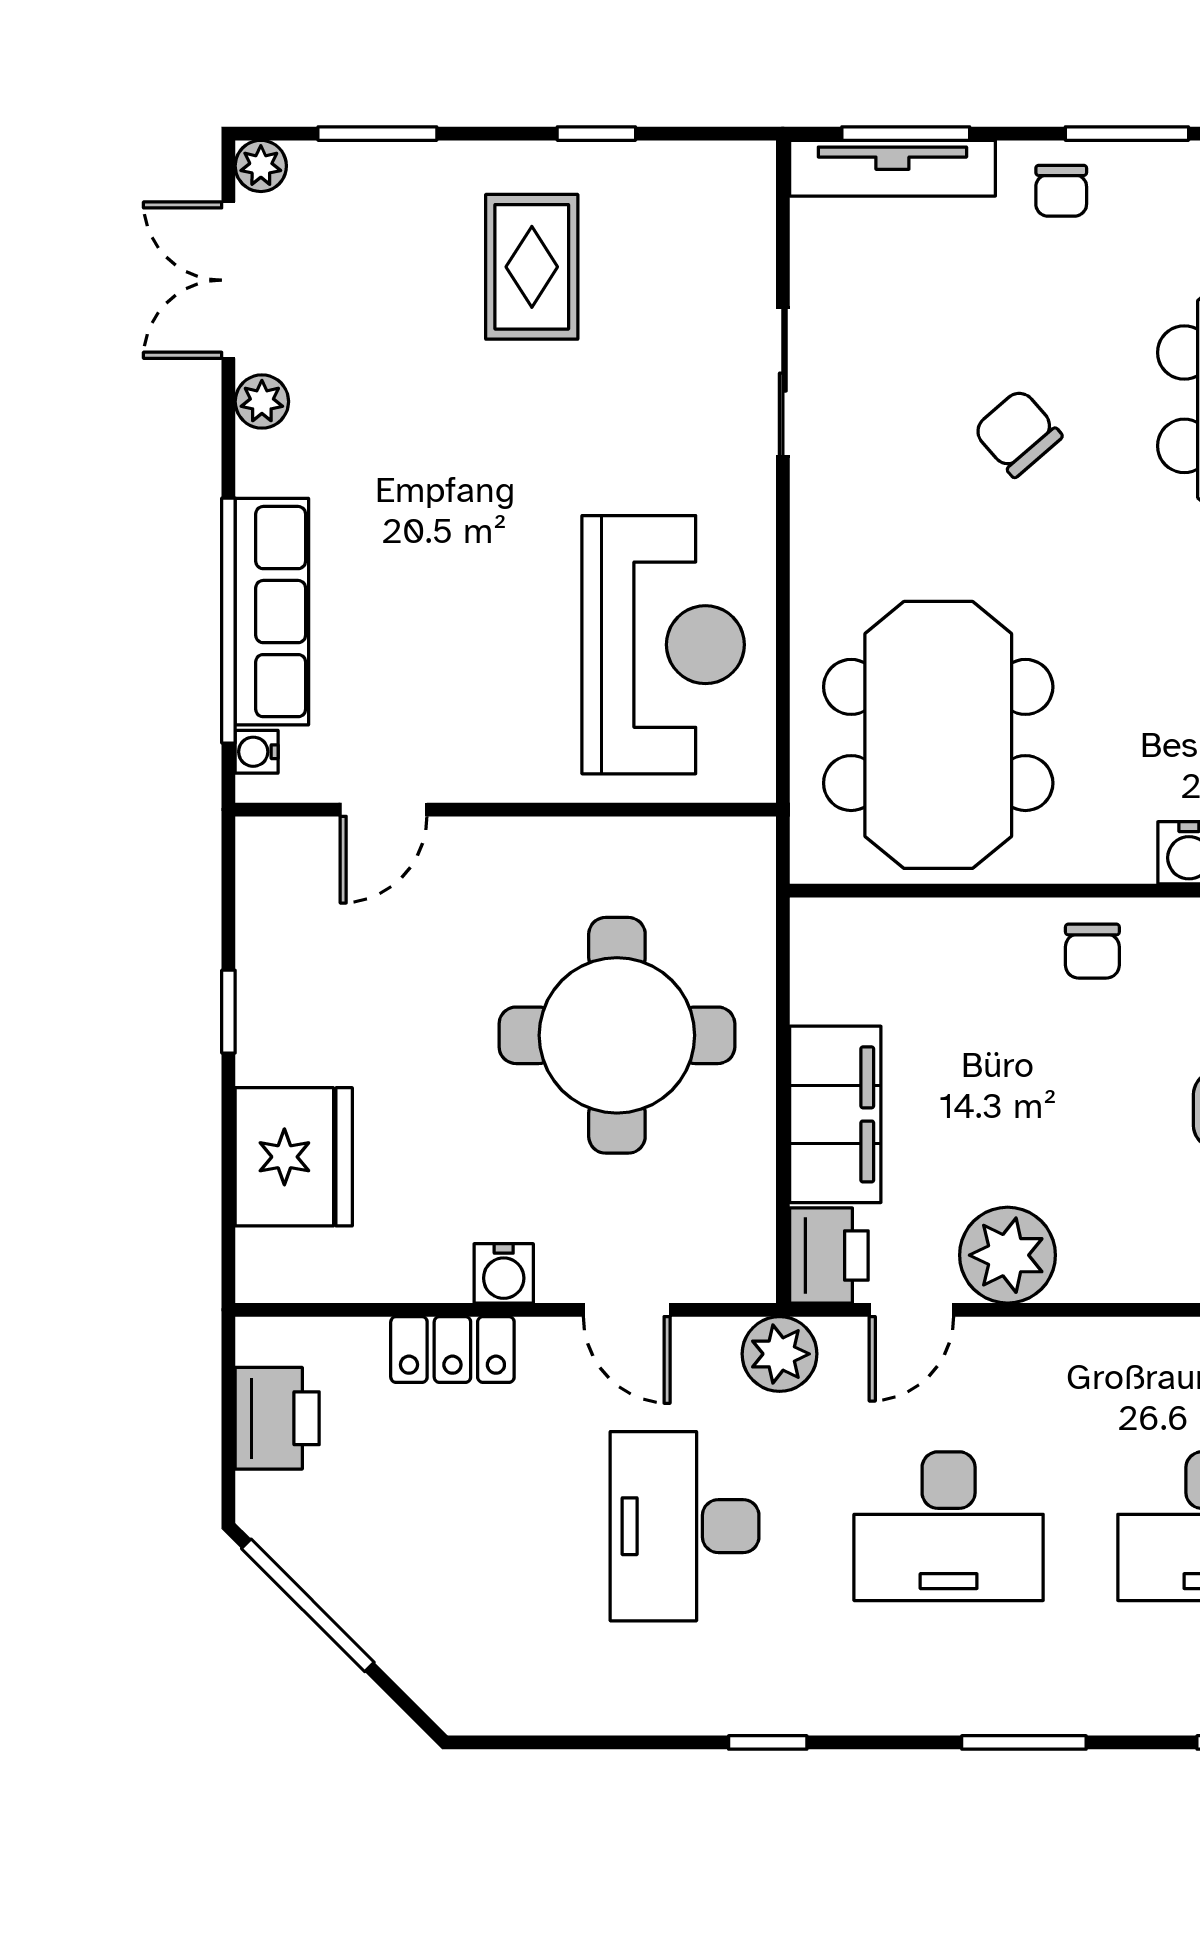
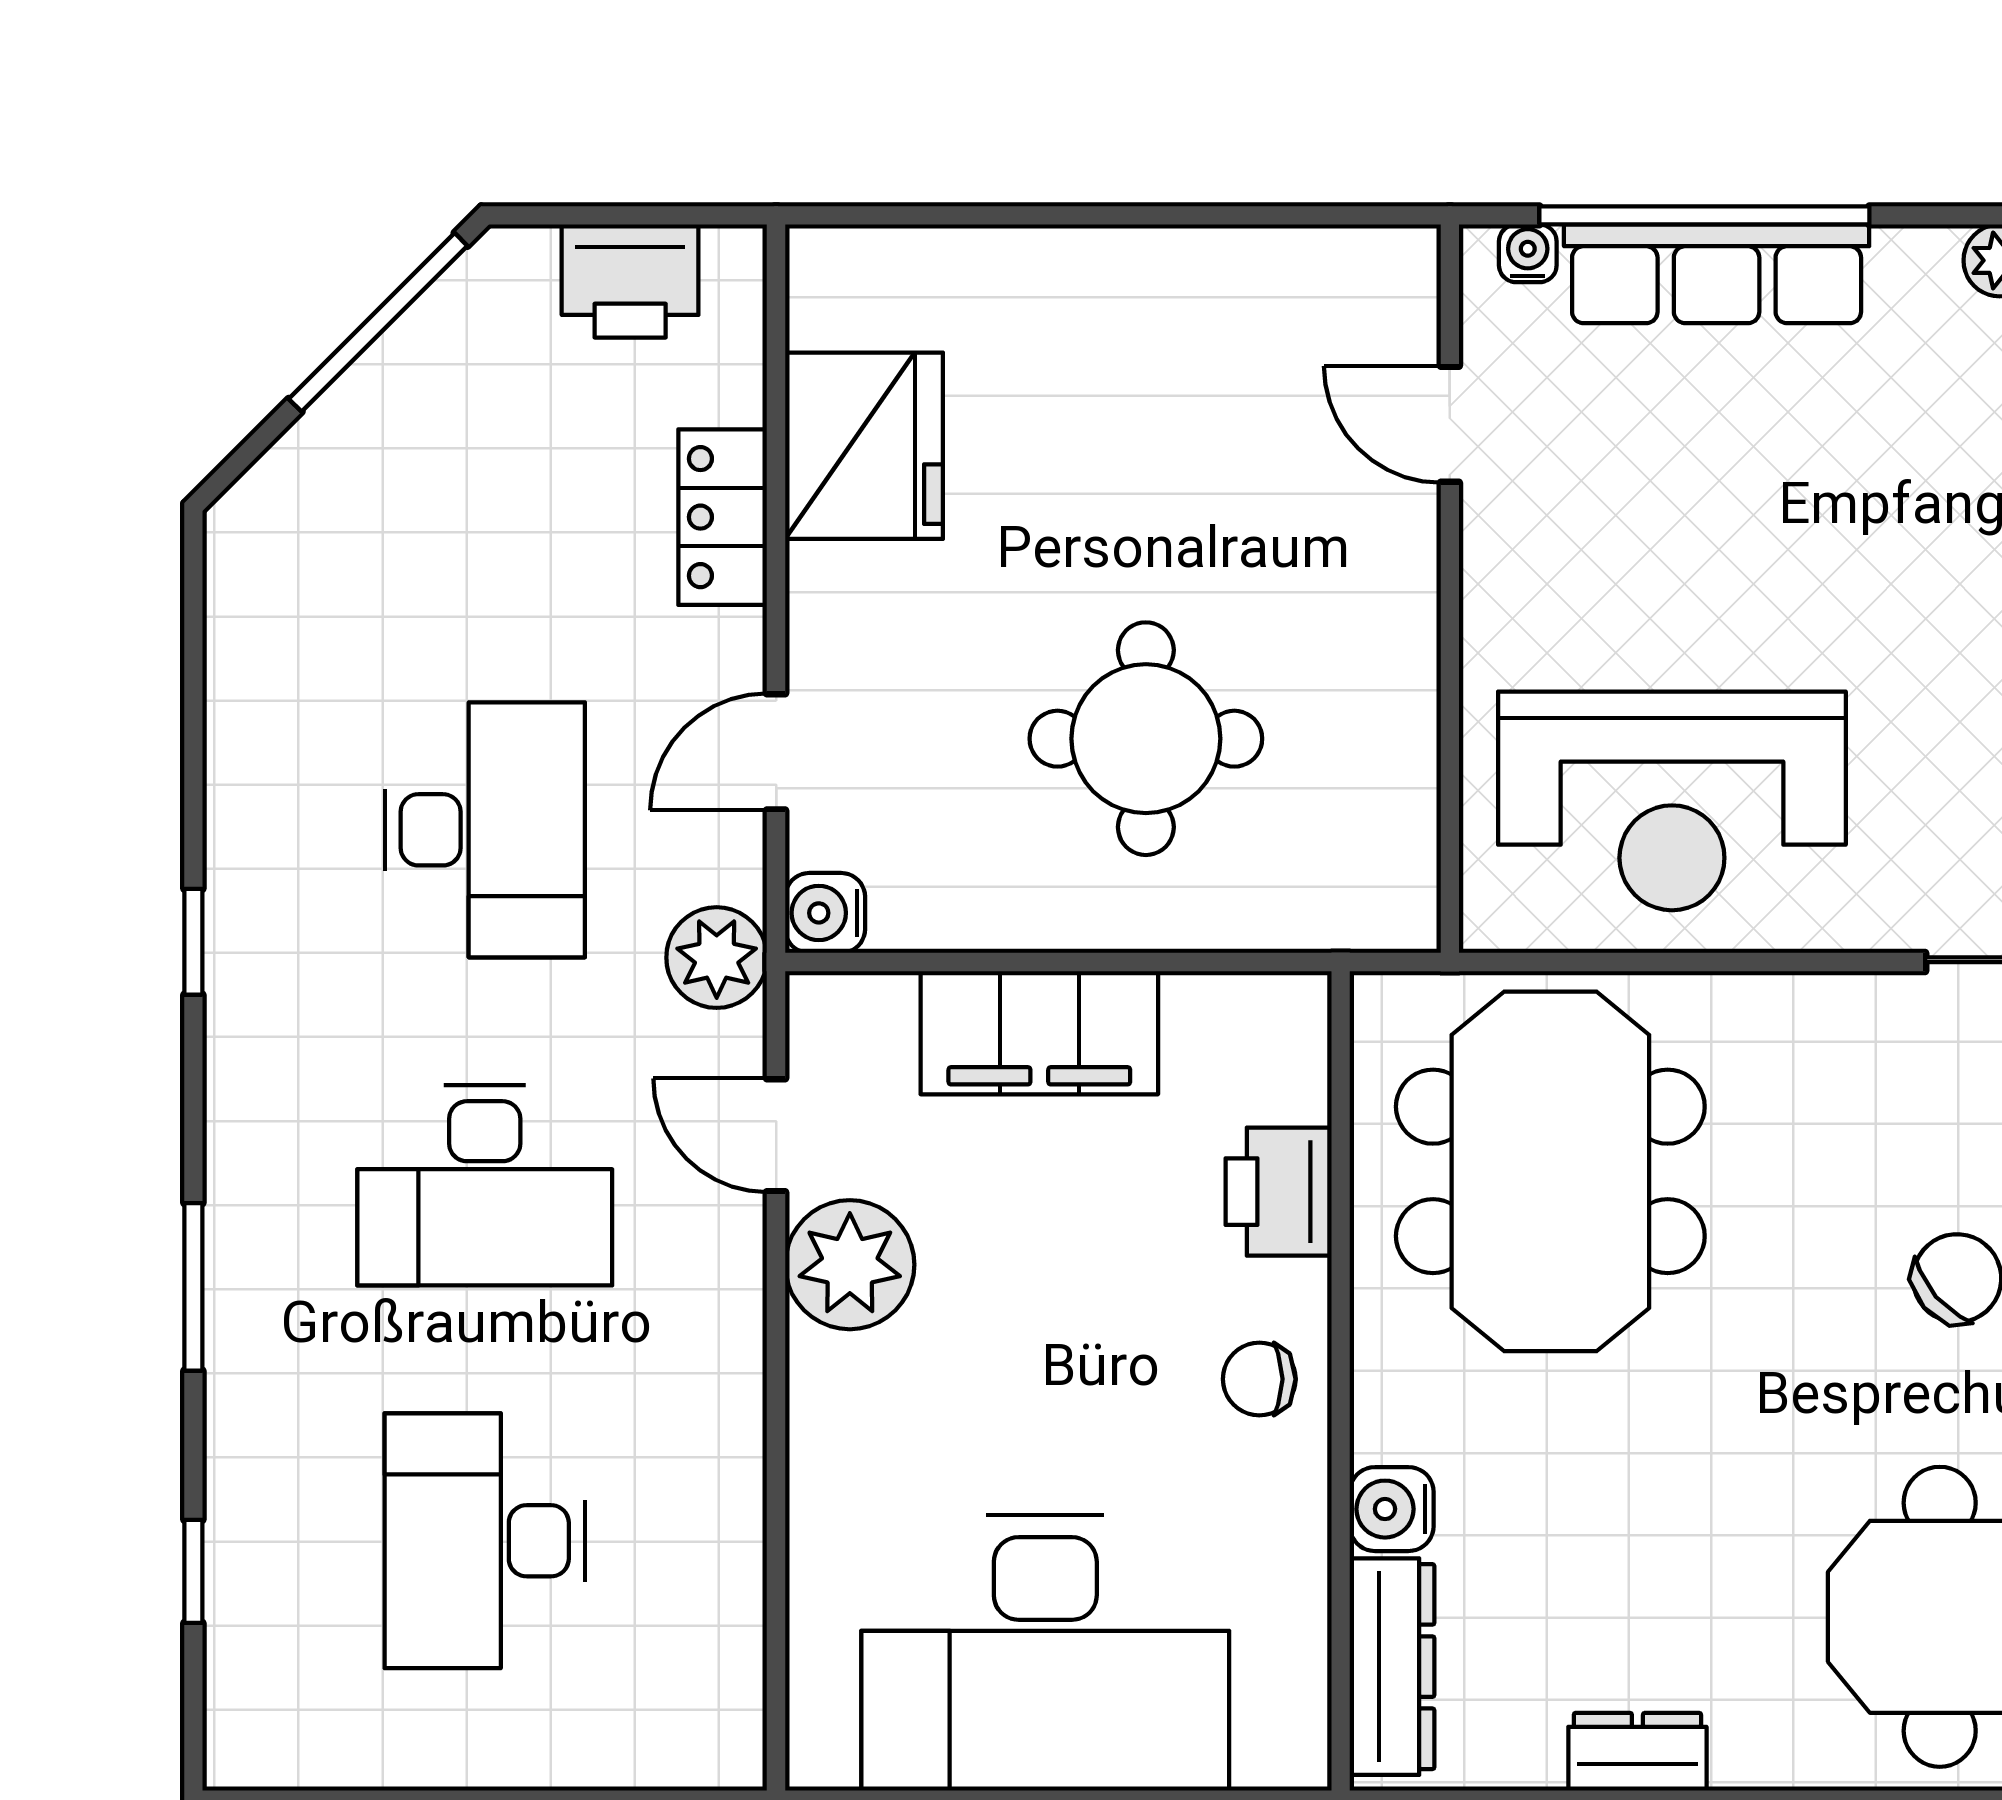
meeting table: (938, 735) -> (1550, 1171), turned 90
window: (228, 1012) -> (1178, 215), removed
round table: (617, 1035) -> (1146, 739), width x0.73, depth x0.73
fridge: (294, 1157) -> (864, 446), moved, turned -90
printer: (829, 1256) -> (1279, 1192), moved, turned 90
water cooler: (504, 1273) -> (825, 913), moved
desk: (685, 1526) -> (485, 830), turned 90
desk: (949, 1526) -> (485, 1185), turned -90

